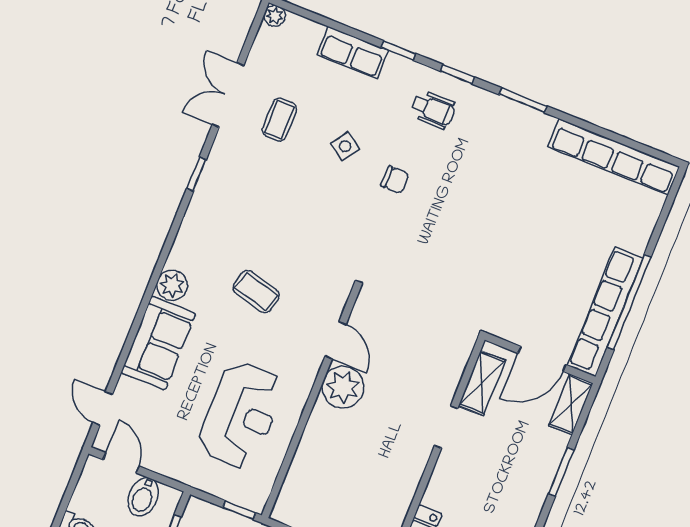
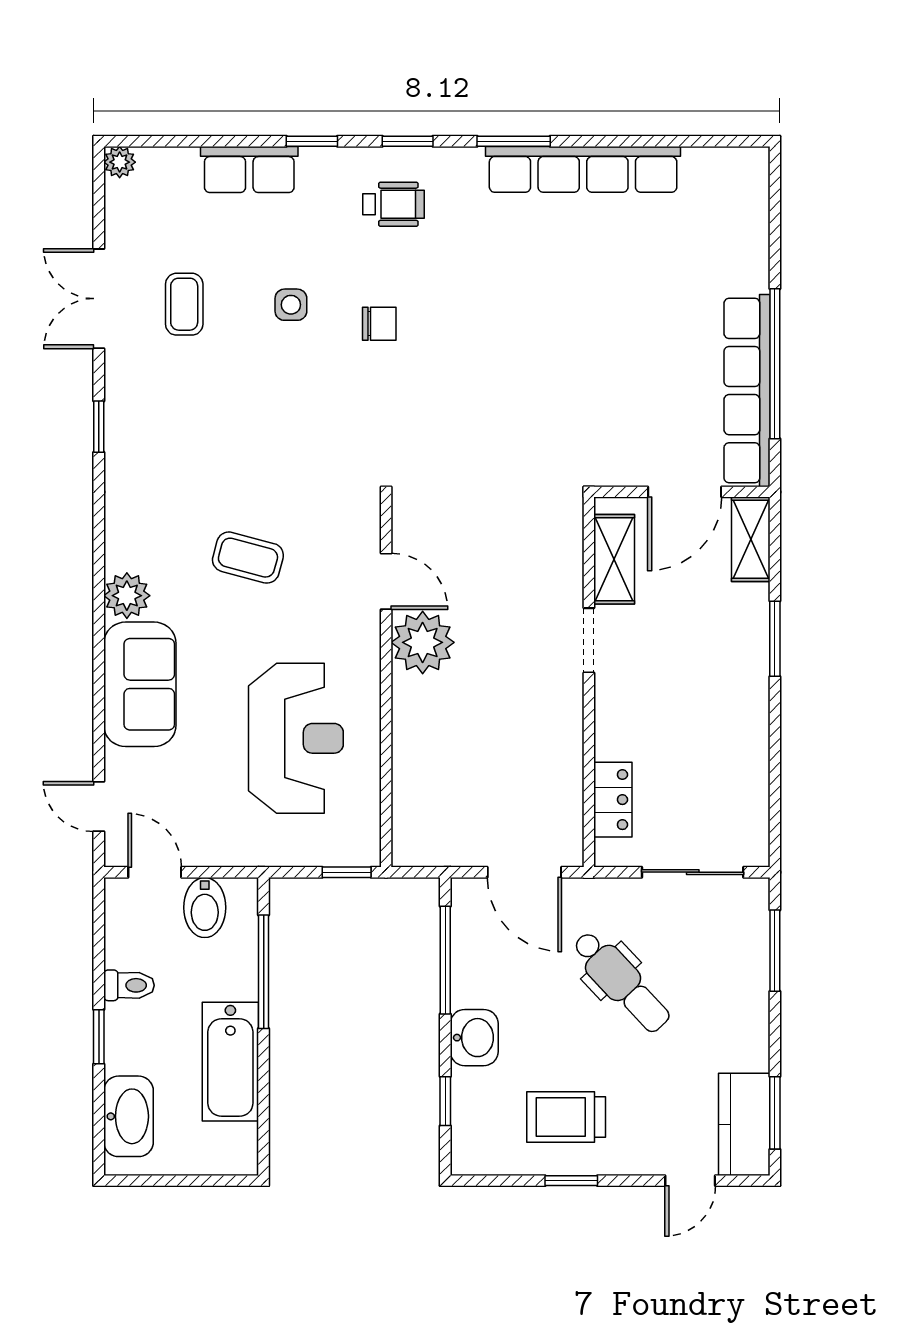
side table: (345, 146) -> (291, 305), turned -34
row of seats: (614, 157) -> (583, 169), moved

